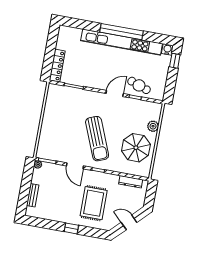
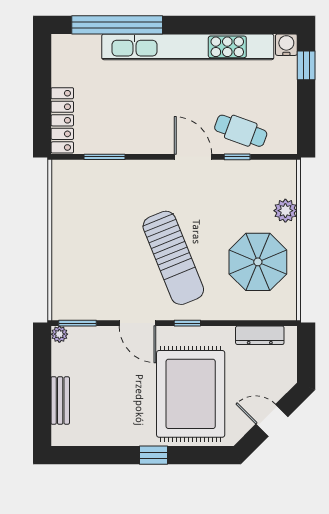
window: (122, 32) -> (117, 25), moved
door: (115, 94) -> (193, 157), hinge flipped
rug: (94, 203) -> (191, 394), width x1.37, depth x1.44

